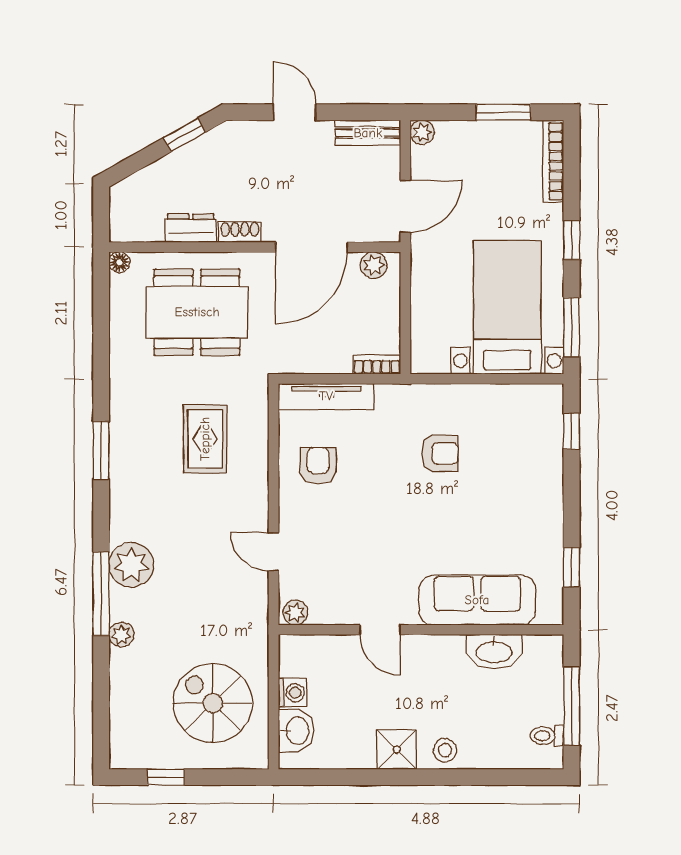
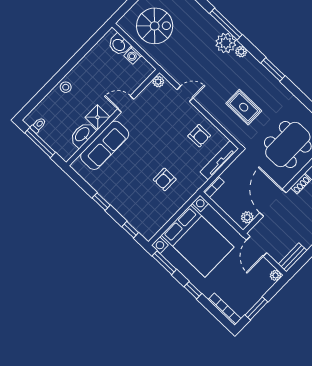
bed with nightstands: (507, 307) -> (198, 241), width x1.36
window: (572, 567) -> (101, 202), moved
plant: (121, 635) -> (241, 52), moved
shower: (397, 750) -> (97, 117), moved

